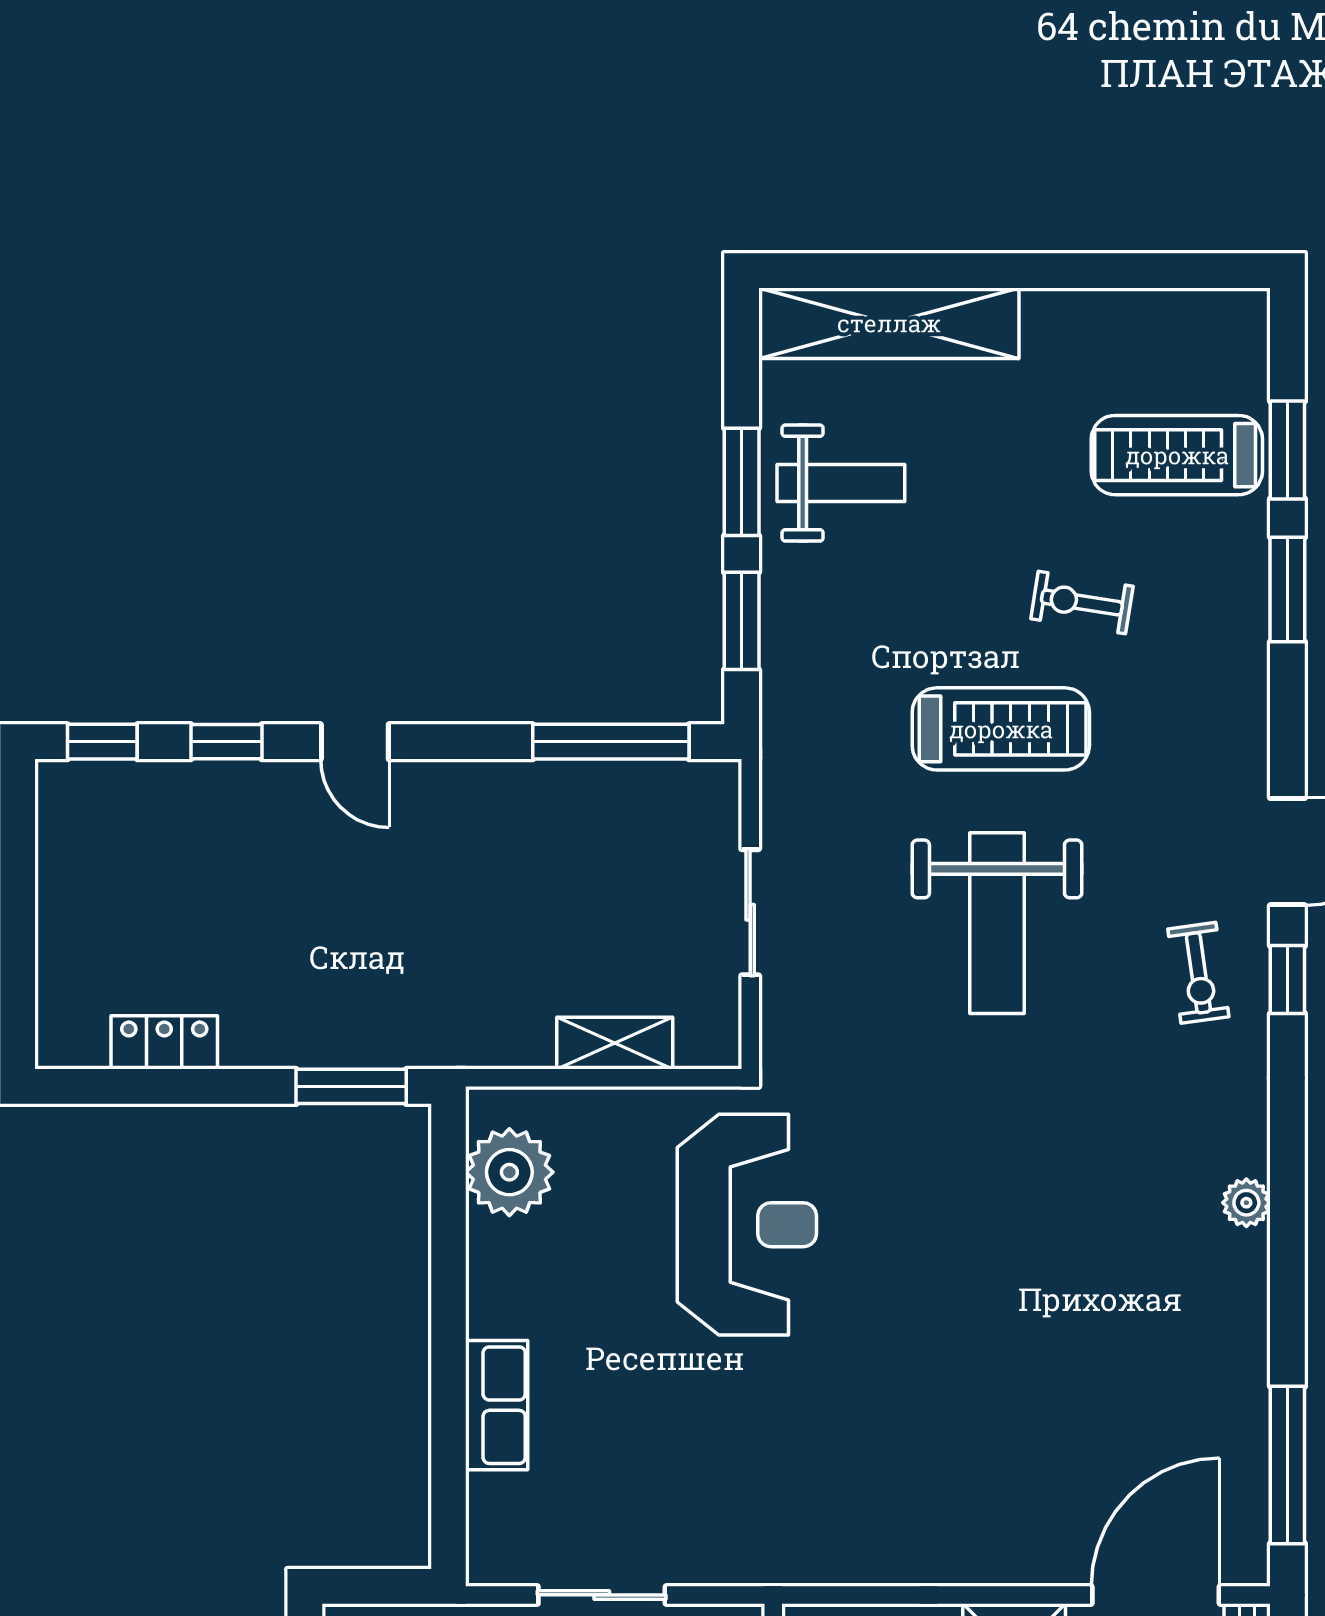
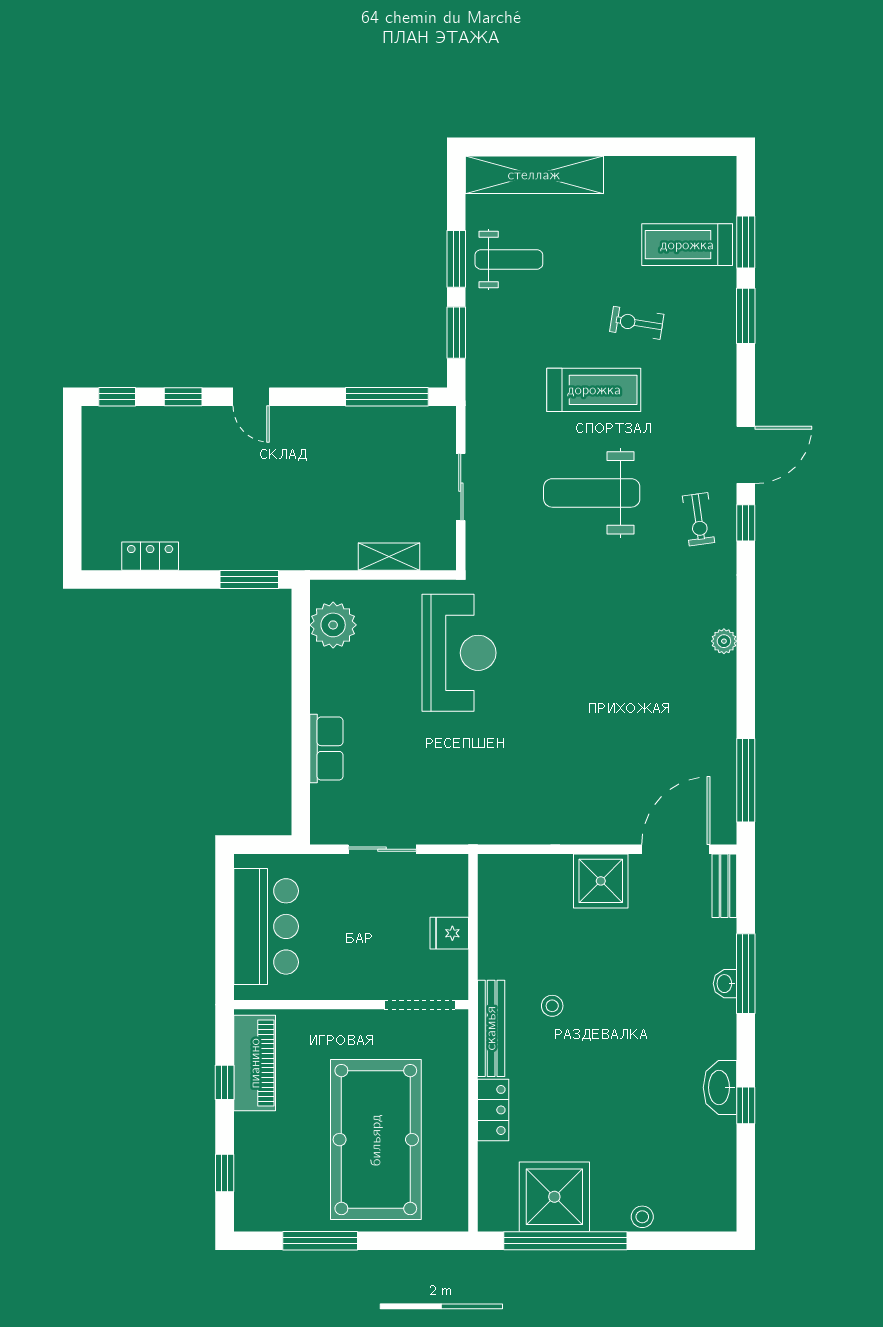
weight bench: (997, 923) -> (592, 493), turned 90

